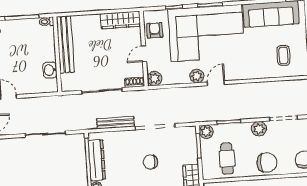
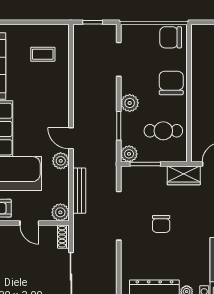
bench: (115, 123) -> (79, 191), moved
plant: (259, 129) -> (130, 103), moved

